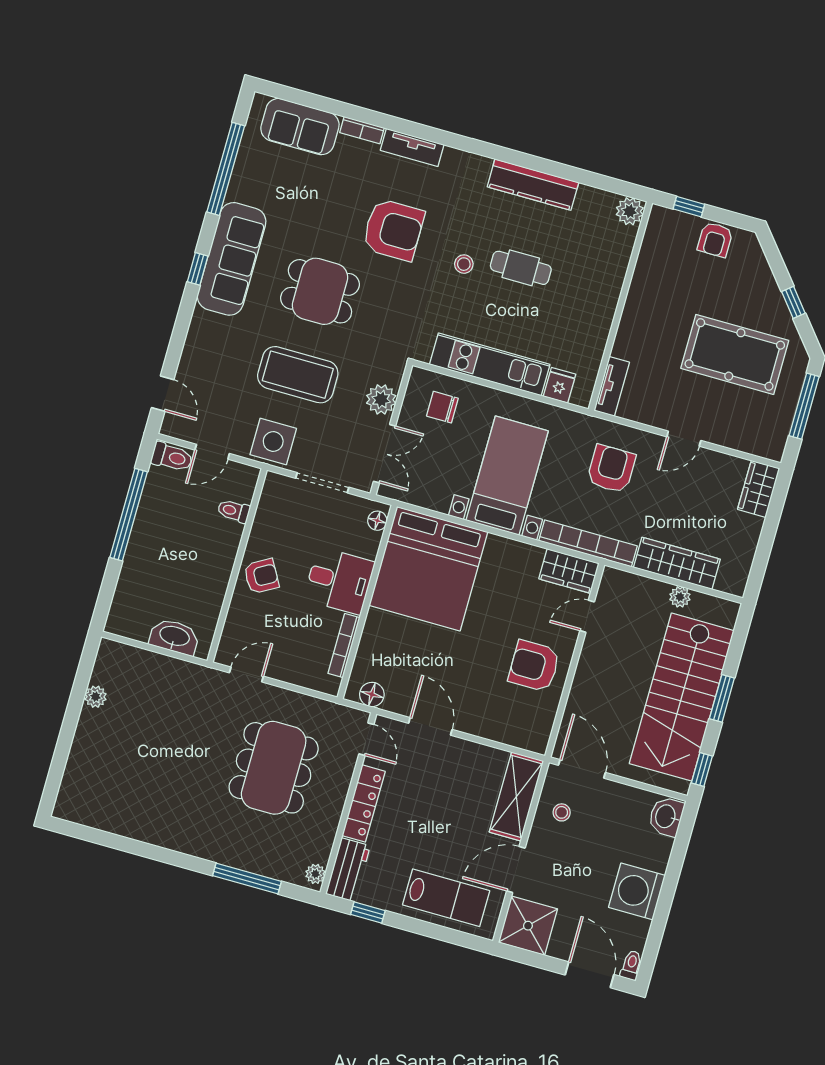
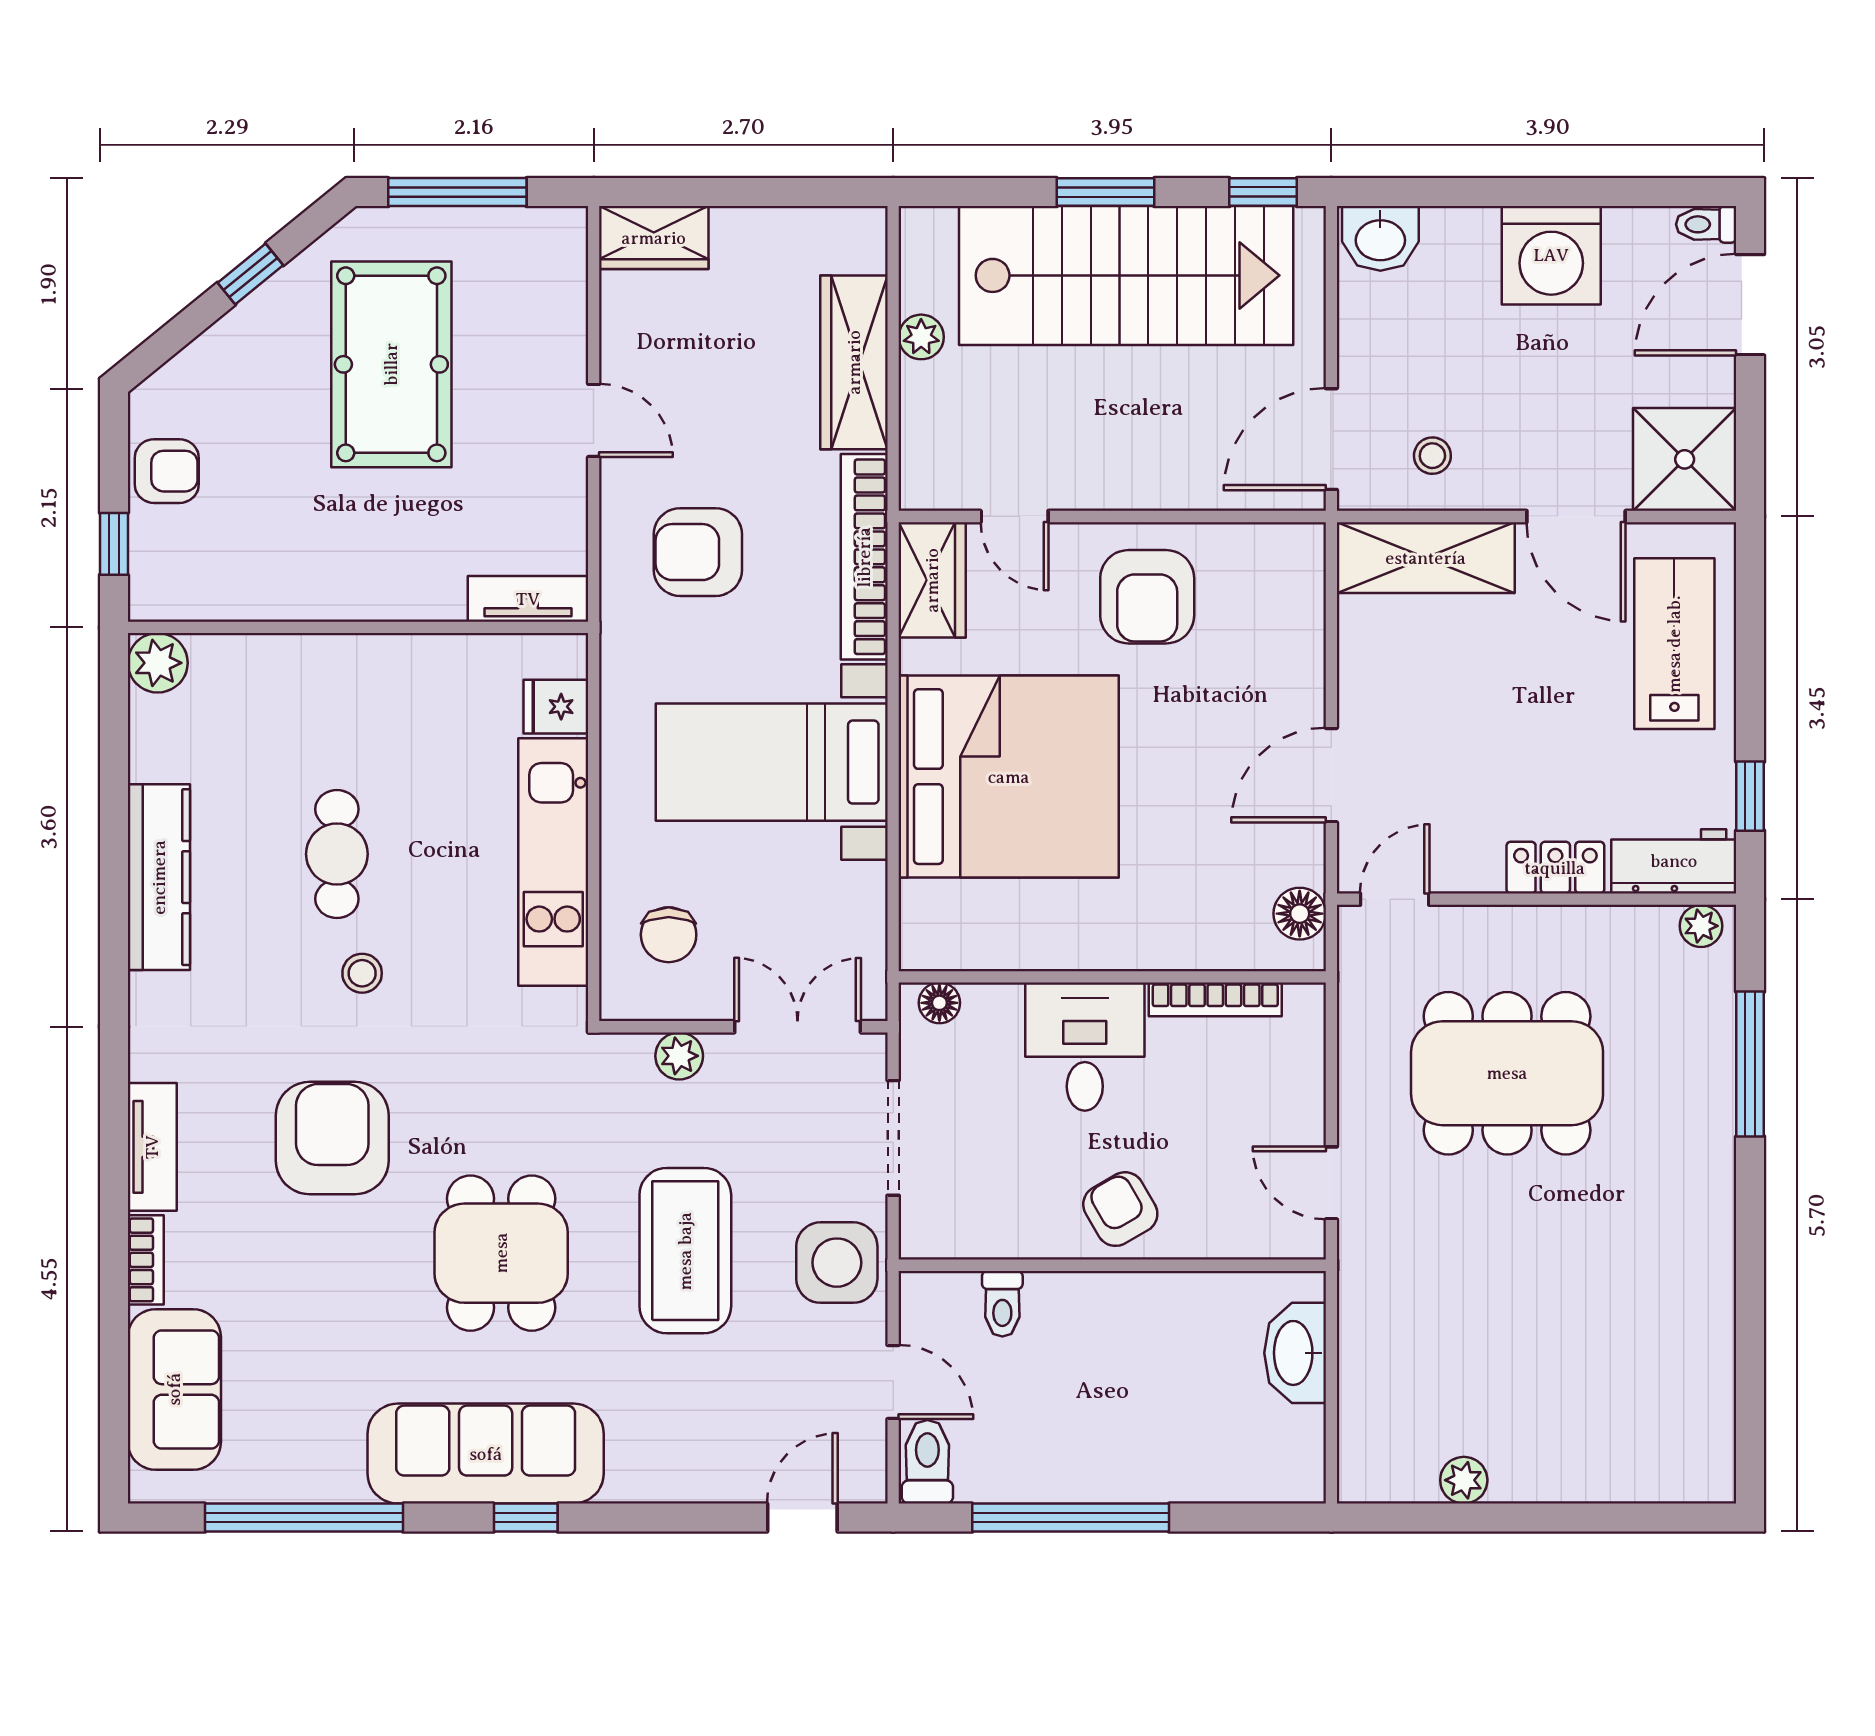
plant: (381, 399) -> (679, 1056), width x0.73, depth x0.73
bed: (428, 569) -> (1009, 777), moved
locker: (364, 803) -> (1555, 868), width x0.66

